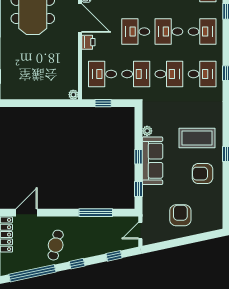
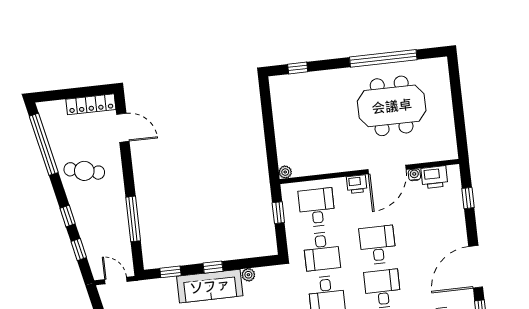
window: (77, 264) -> (68, 216), moved

